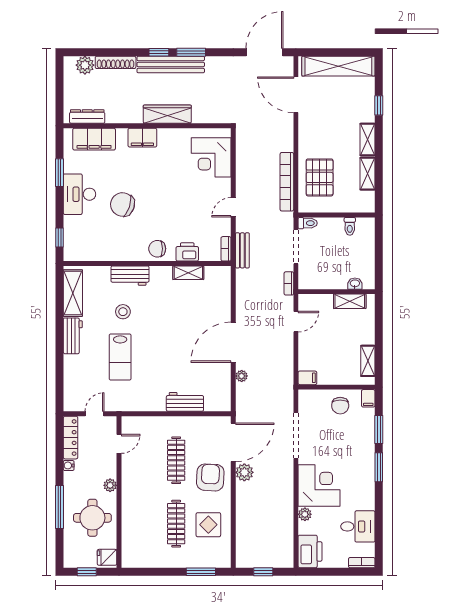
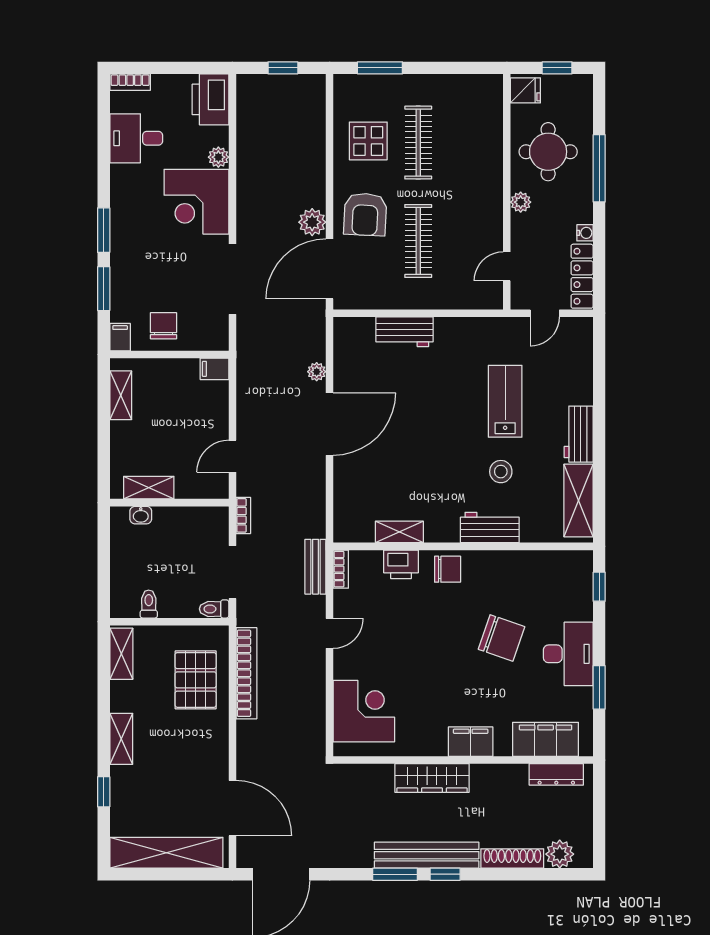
shelving: (367, 174) -> (121, 654), moved

